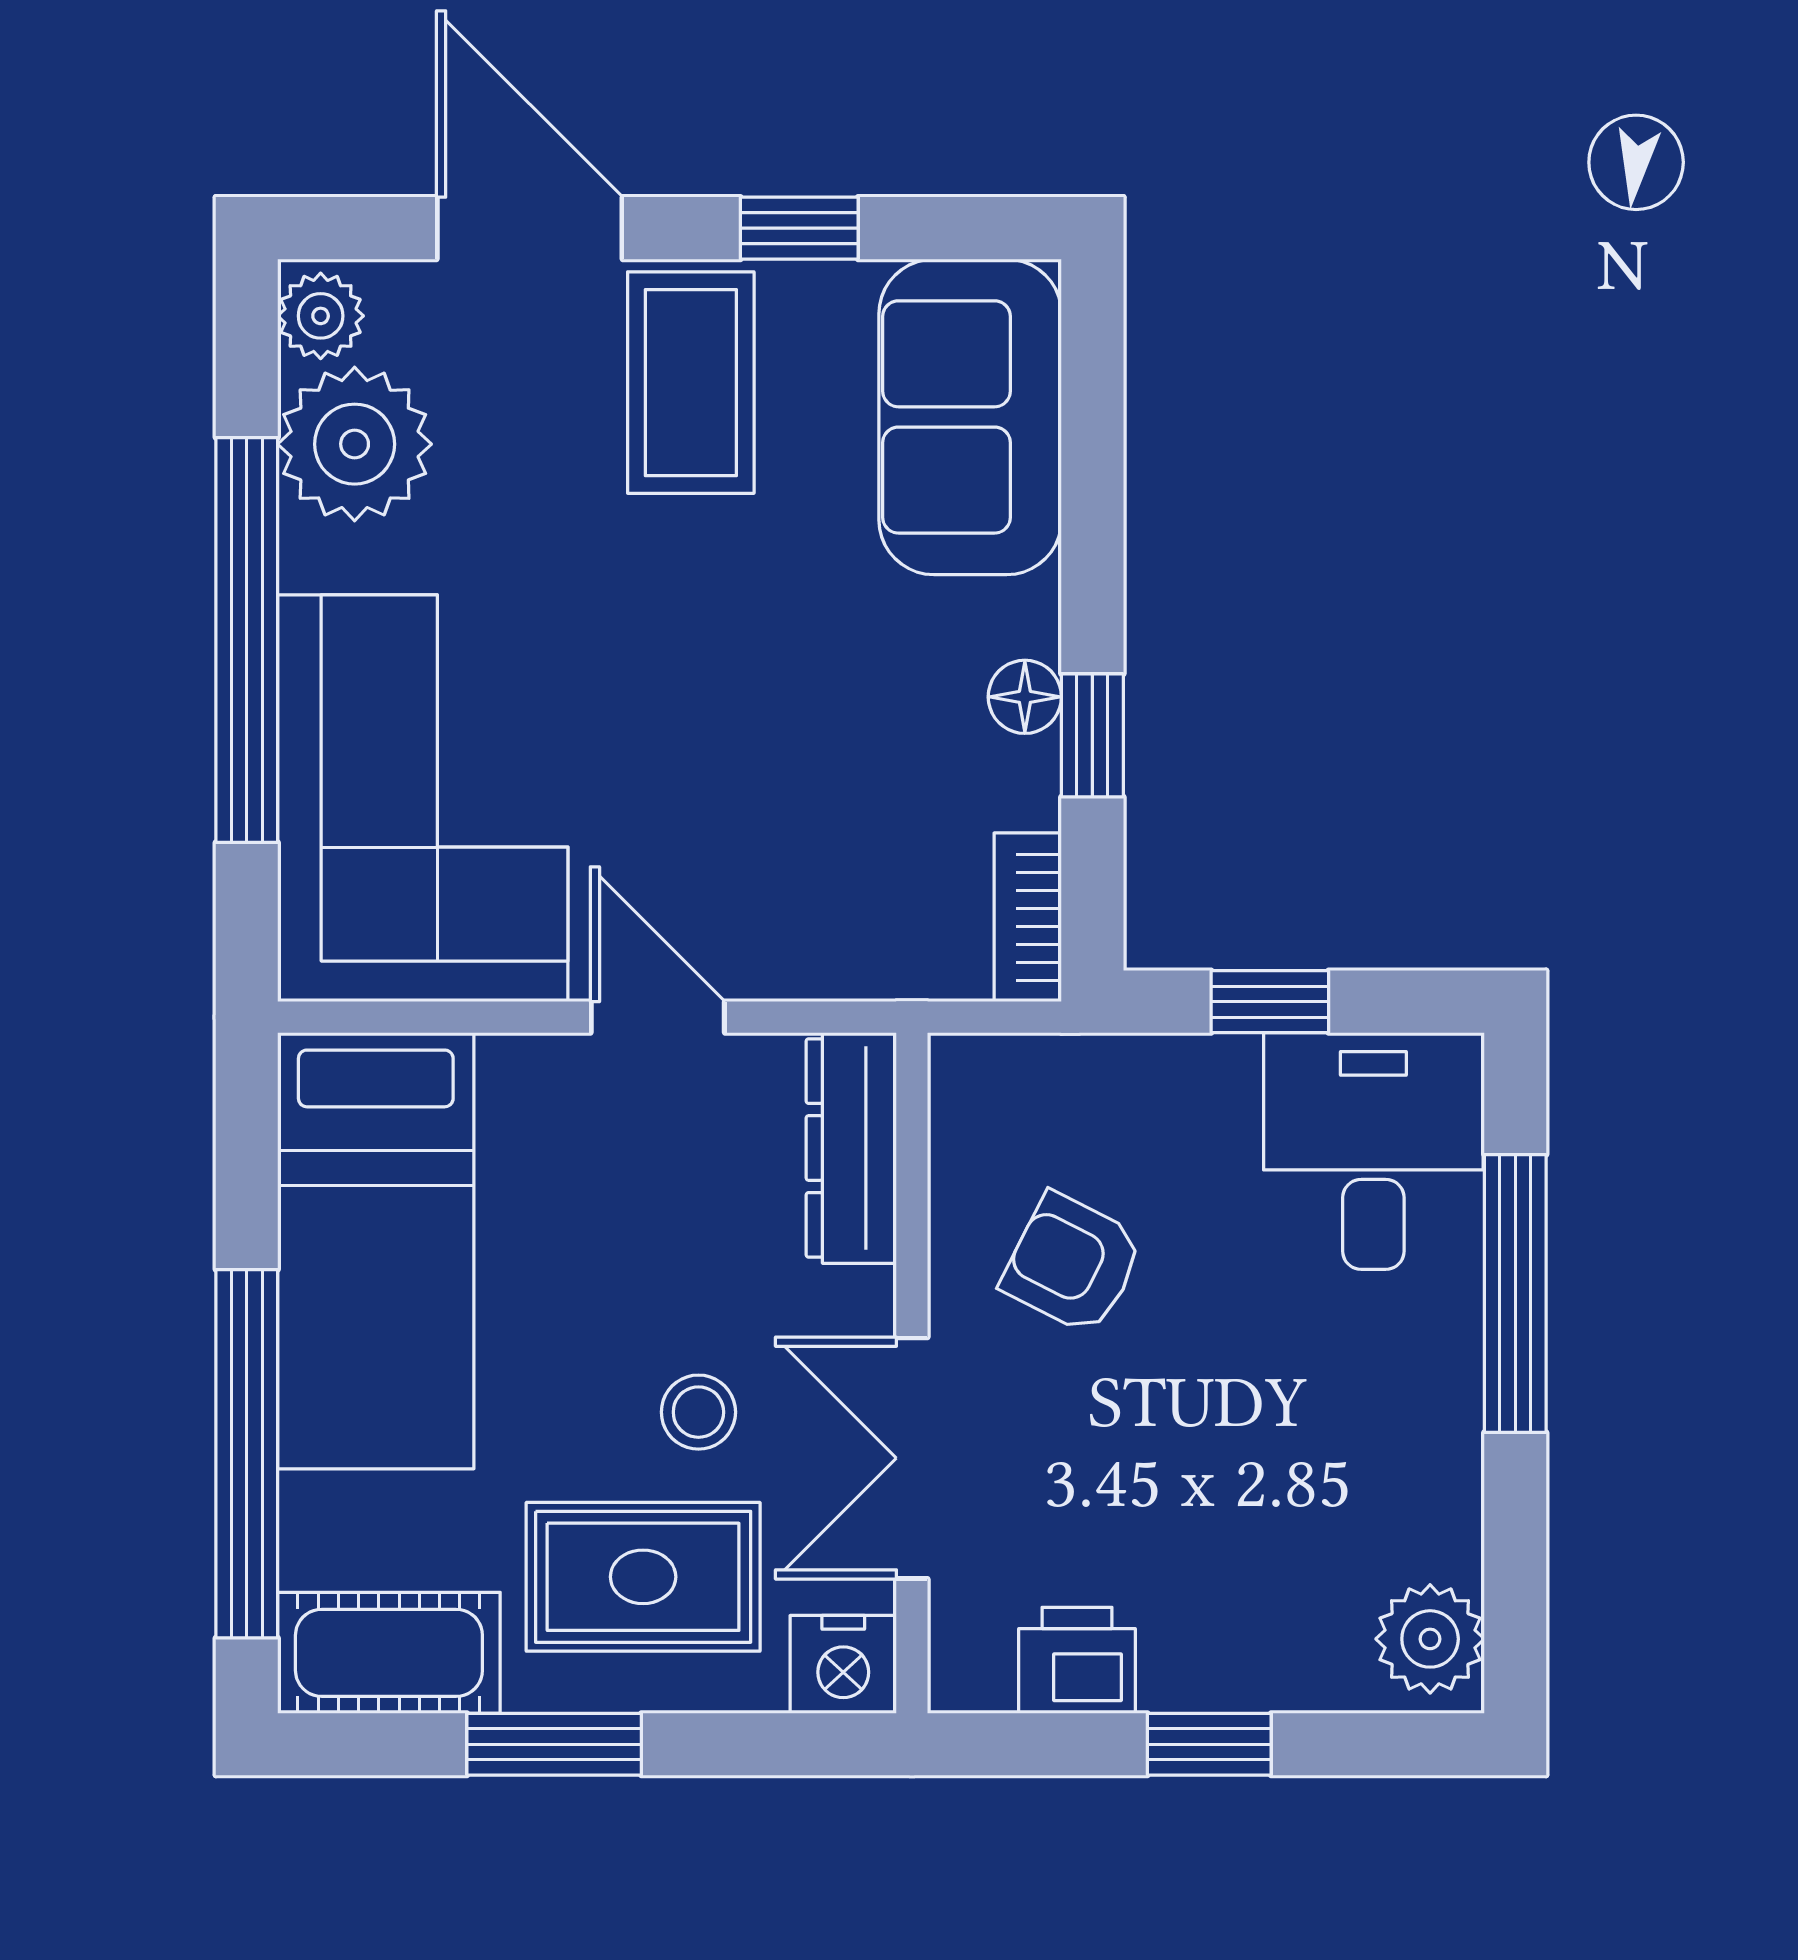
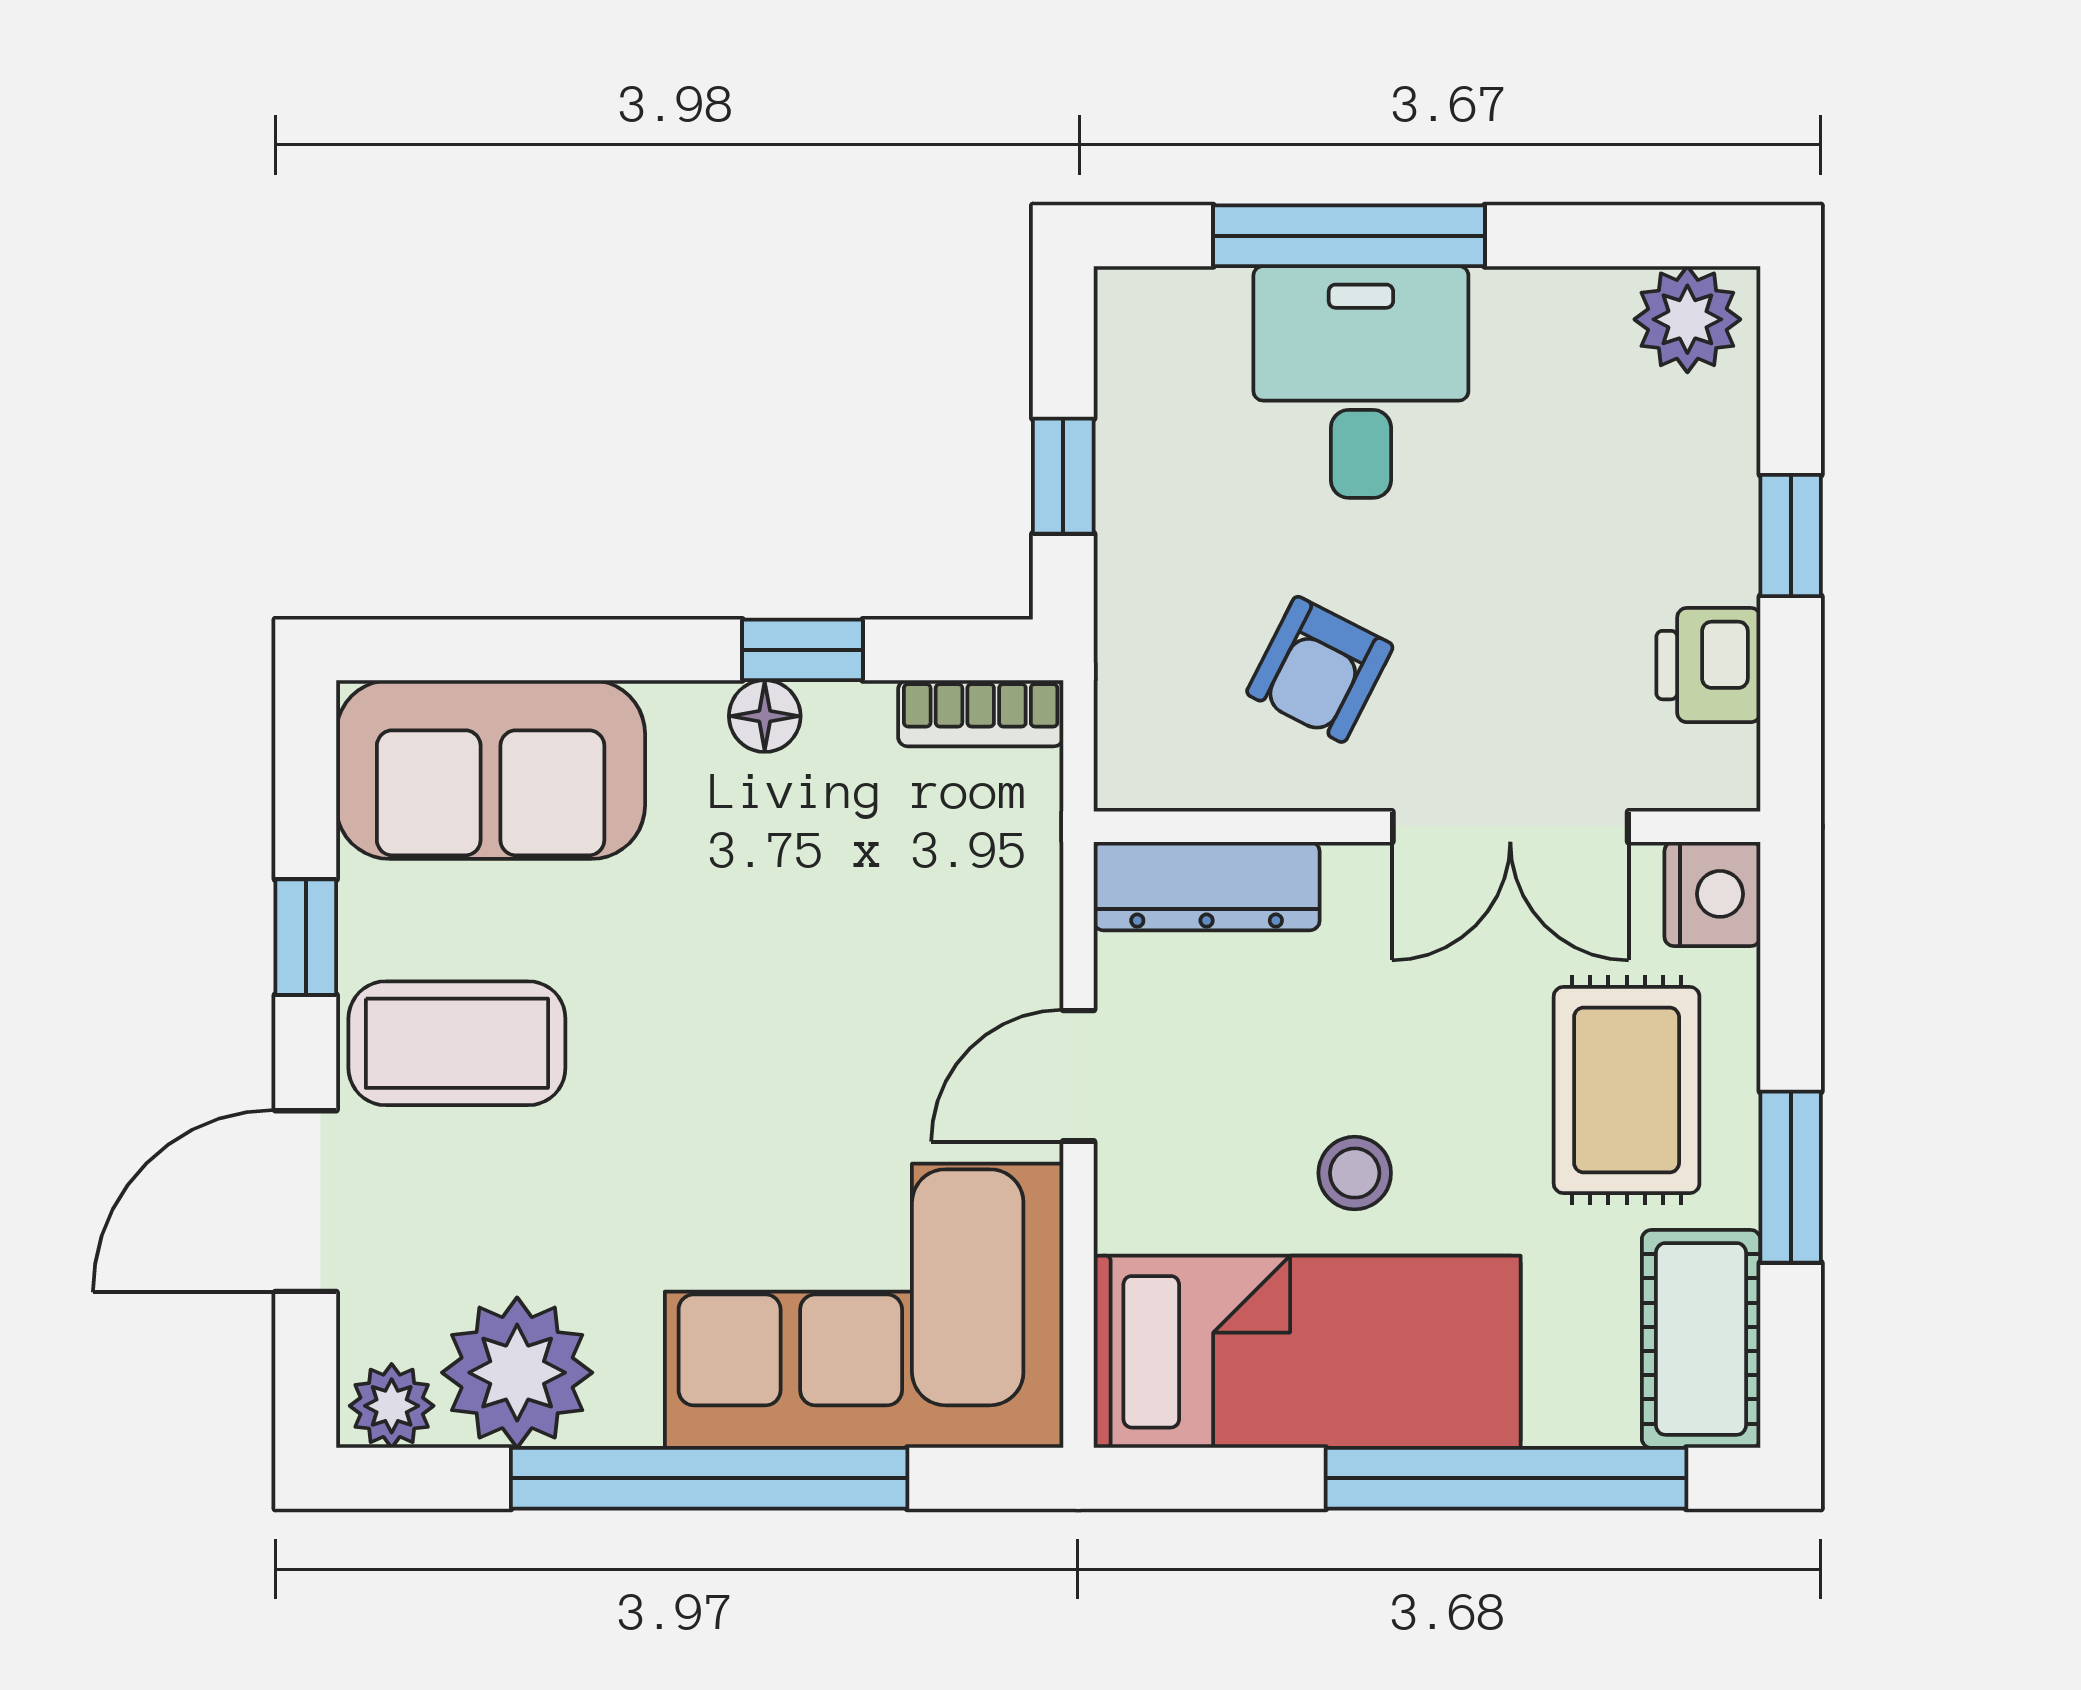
desk: (1373, 1151) -> (1361, 382), moved, turned 90
stool: (698, 1412) -> (1355, 1173), moved

